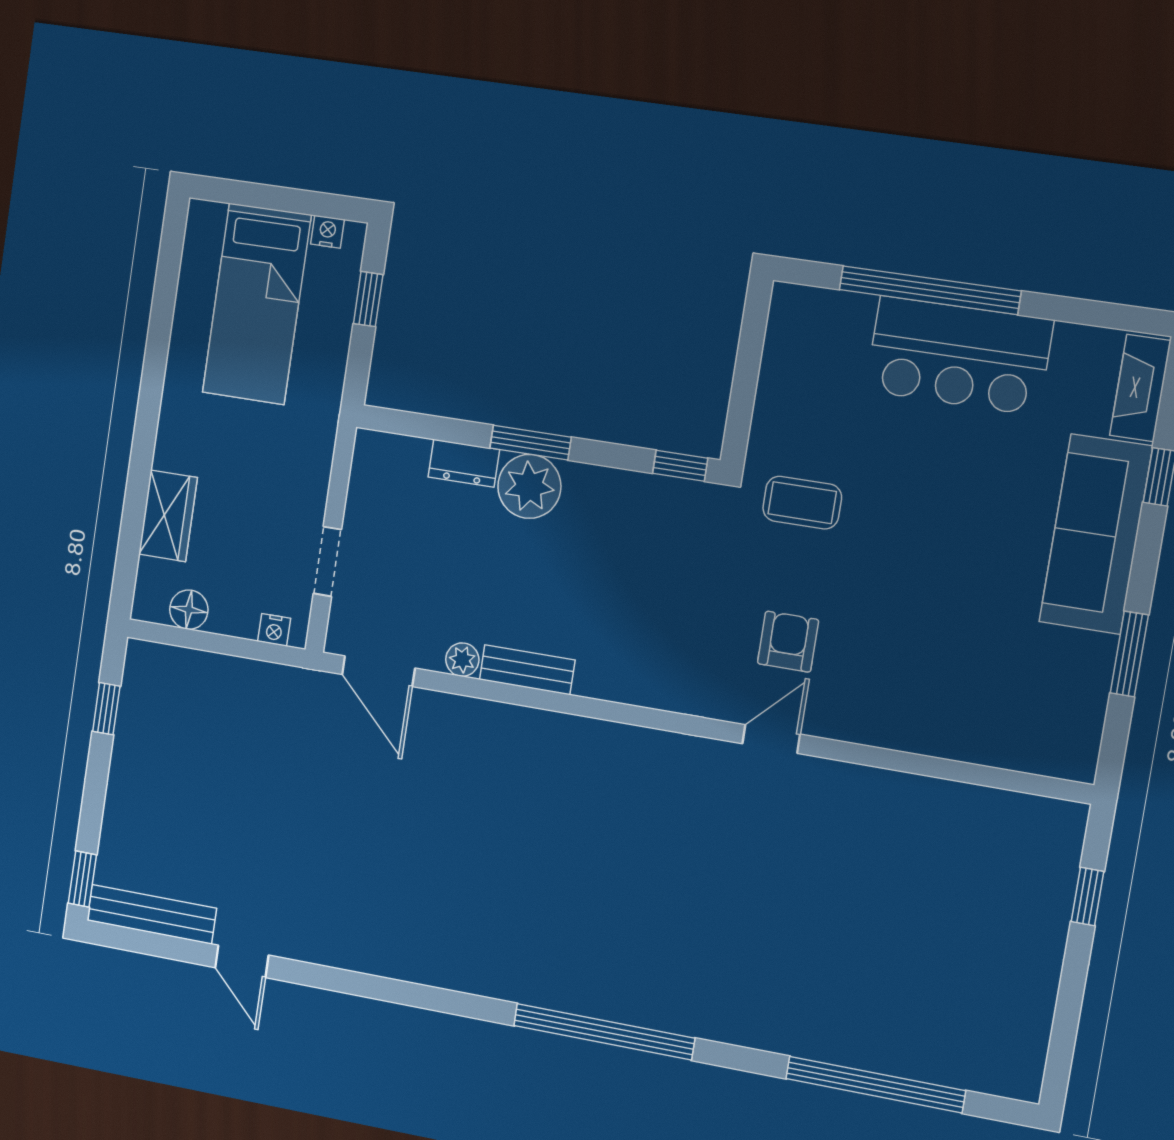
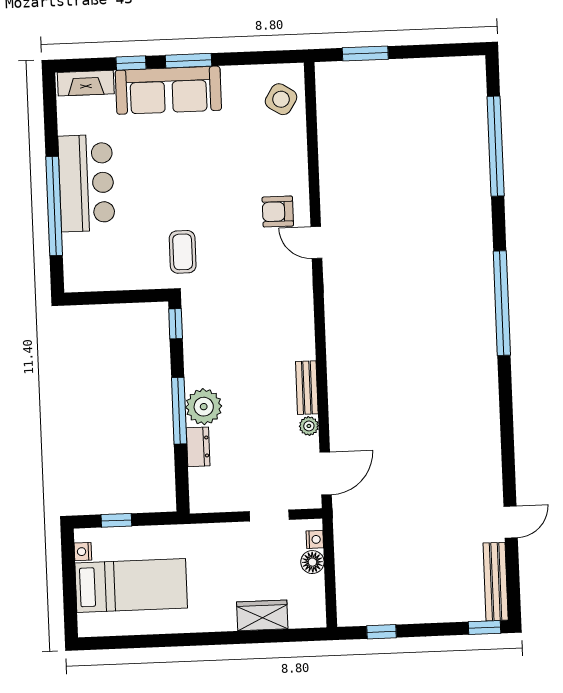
window: (531, 443) -> (179, 411), width x1.44
floor lamp: (189, 610) -> (312, 562), moved
armchair: (788, 642) -> (278, 212), moved
window: (1129, 654) -> (188, 61), moved
side table: (1037, 731) -> (281, 99), added
window: (1087, 897) -> (365, 54), width x1.50

